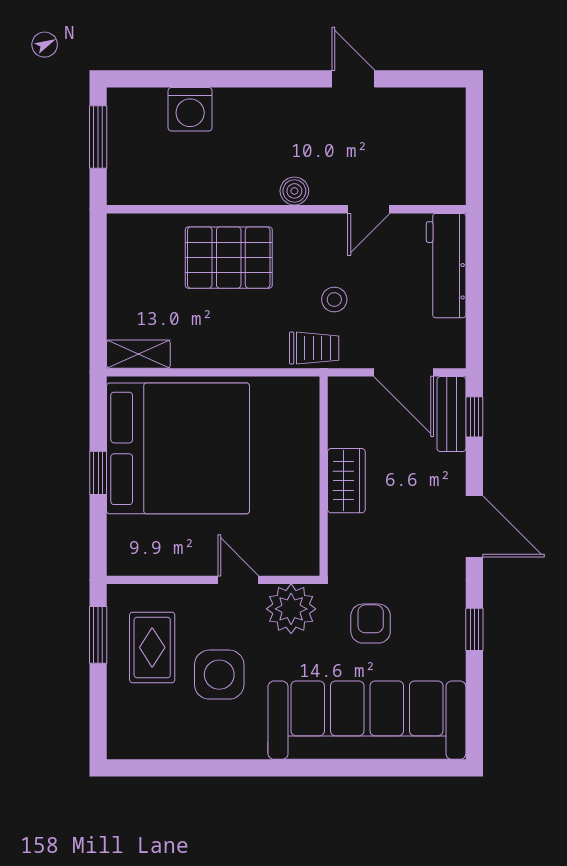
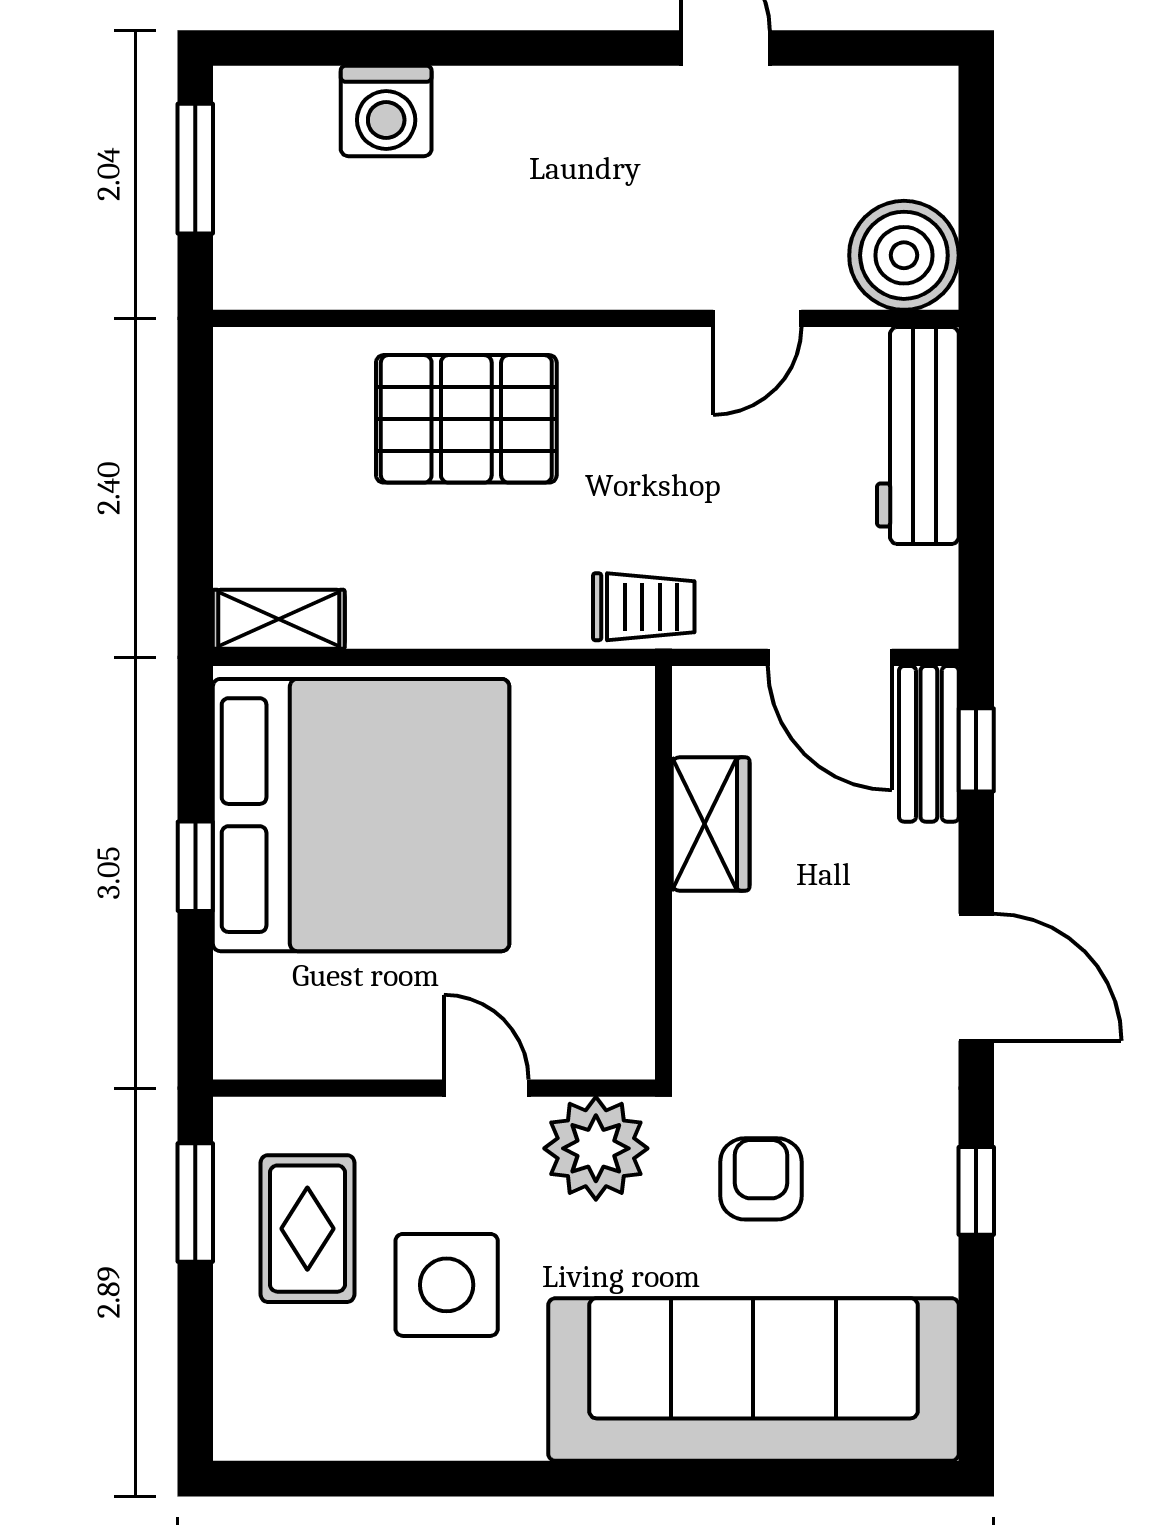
boiler: (294, 191) -> (904, 255), moved, width x1.86, depth x1.86
stool: (334, 300) -> (686, 506), removed
wardrobe: (346, 481) -> (711, 824), moved

